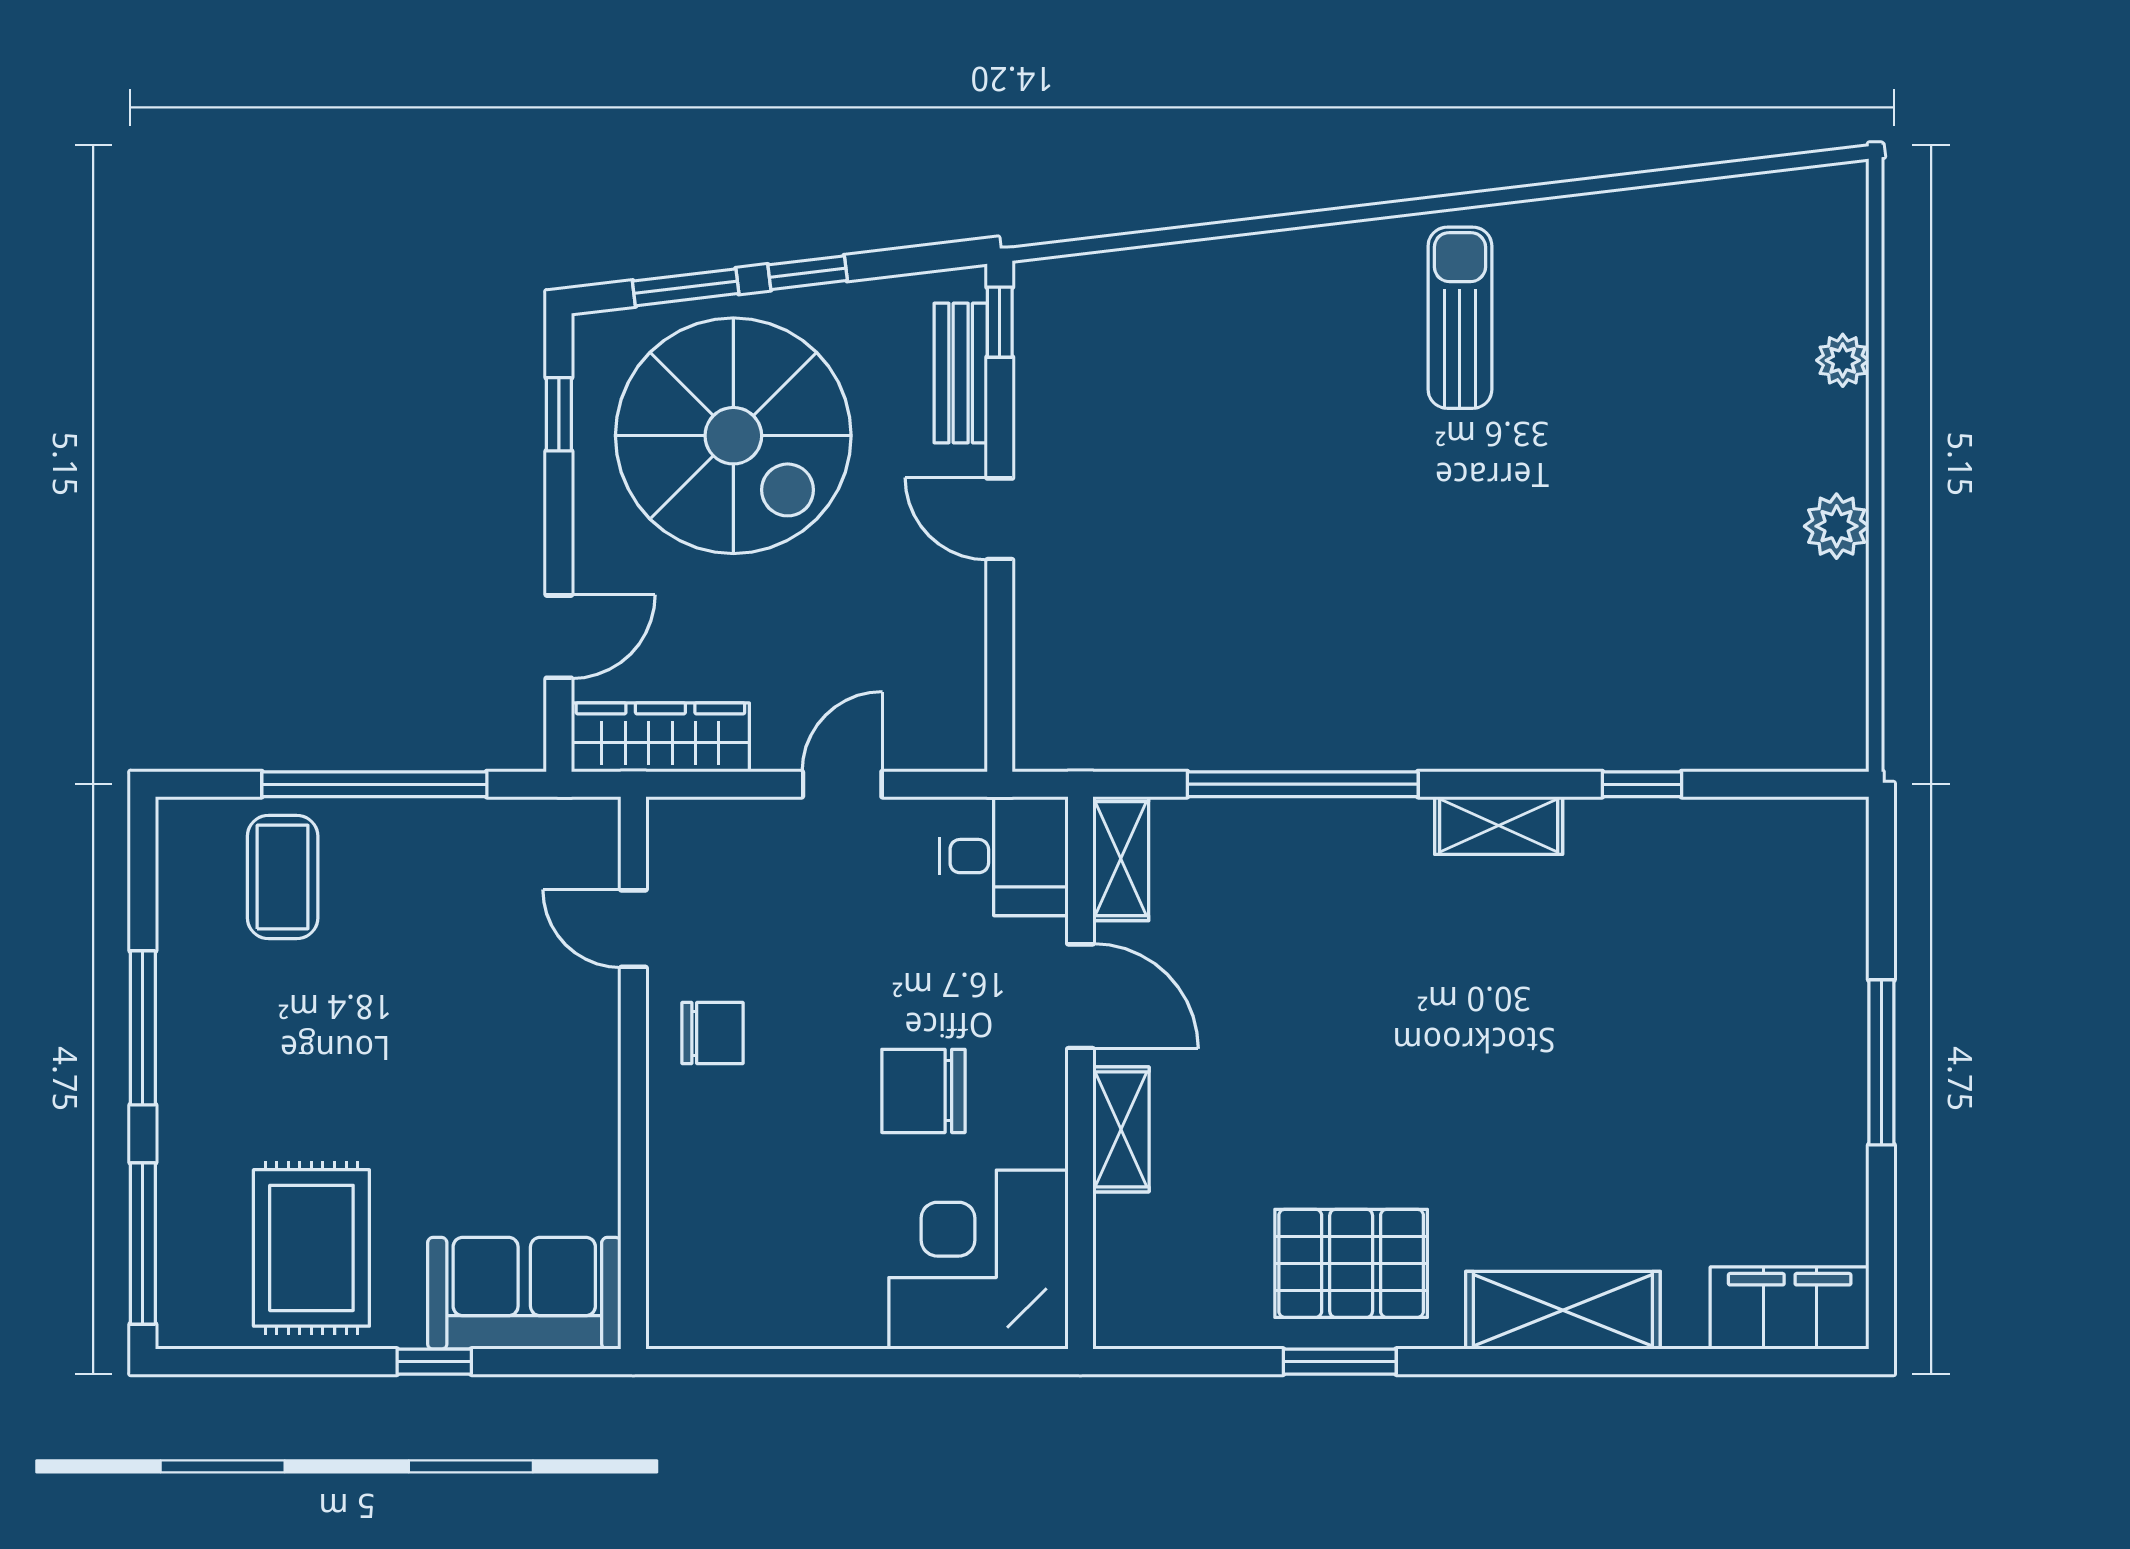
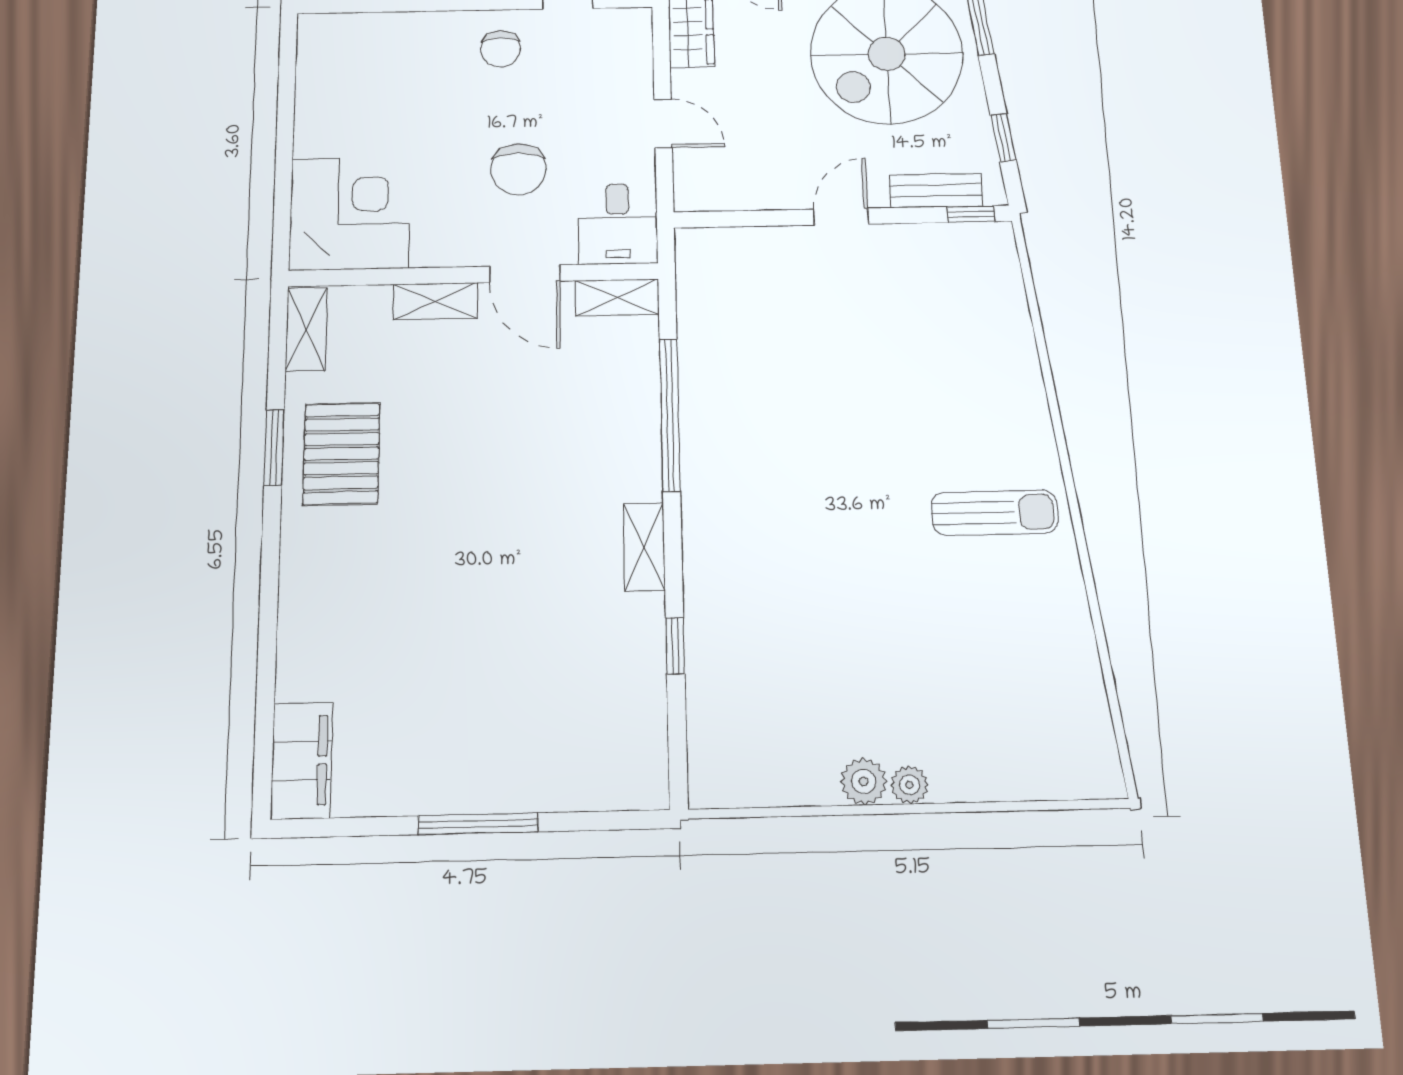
window: (808, 273) -> (1003, 138), moved
plant: (1843, 360) -> (910, 785), moved
door: (1080, 996) -> (525, 274), hinge flipped
chair: (923, 1091) -> (518, 169), moved, turned 180
shelving: (1563, 1310) -> (306, 329), moved, width x0.67, depth x0.75

